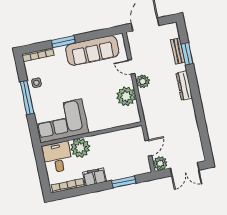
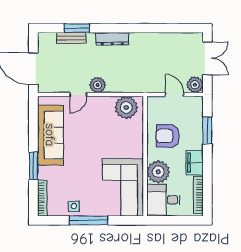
plant: (126, 96) -> (126, 108), moved
armchair: (112, 149) -> (168, 136), added

